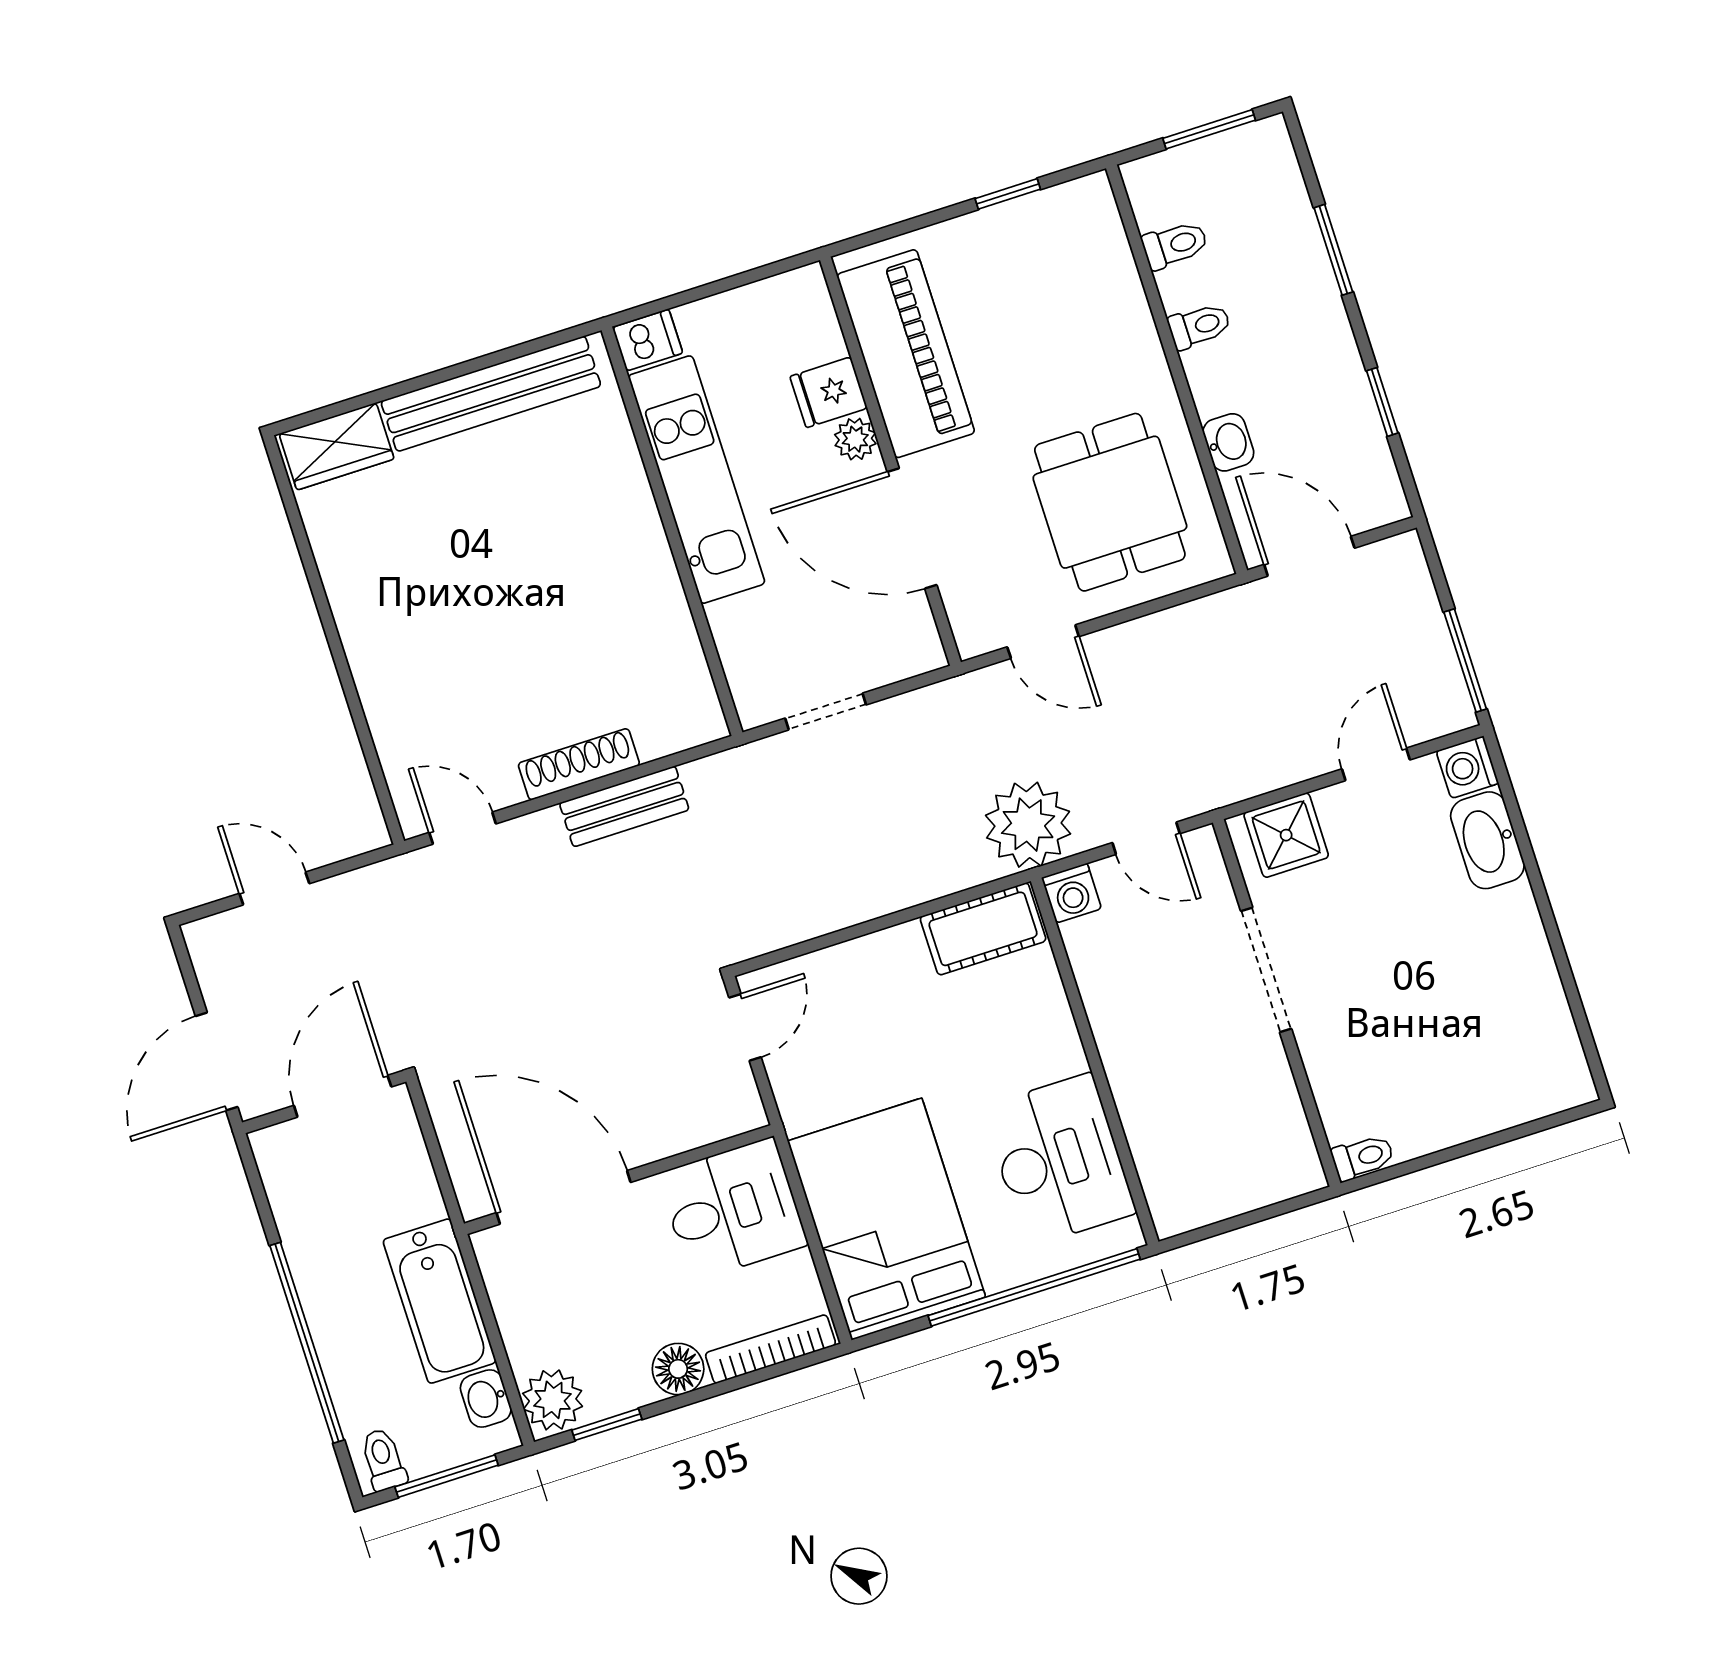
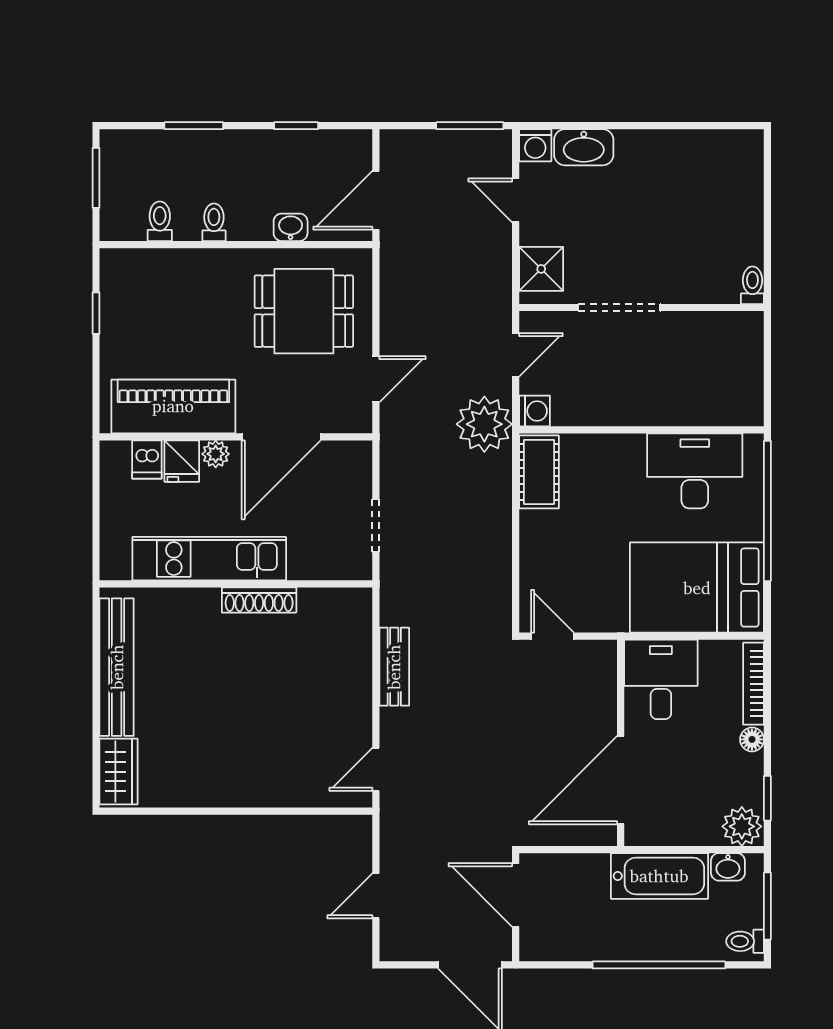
dishwasher: (648, 340) -> (147, 459), moved, turned 180
shoe rack: (579, 764) -> (259, 600), moved, turned -90
floor lamp: (678, 1369) -> (752, 739), width x0.73, depth x0.73

